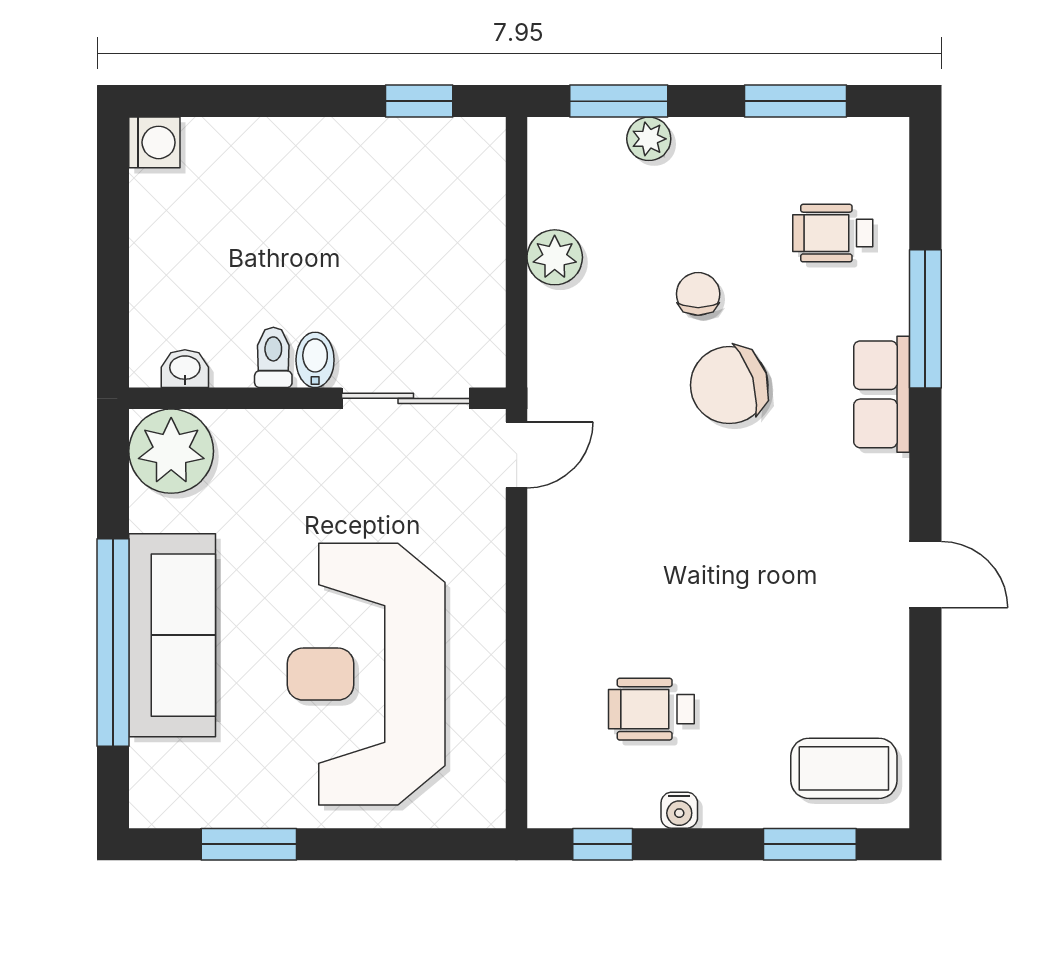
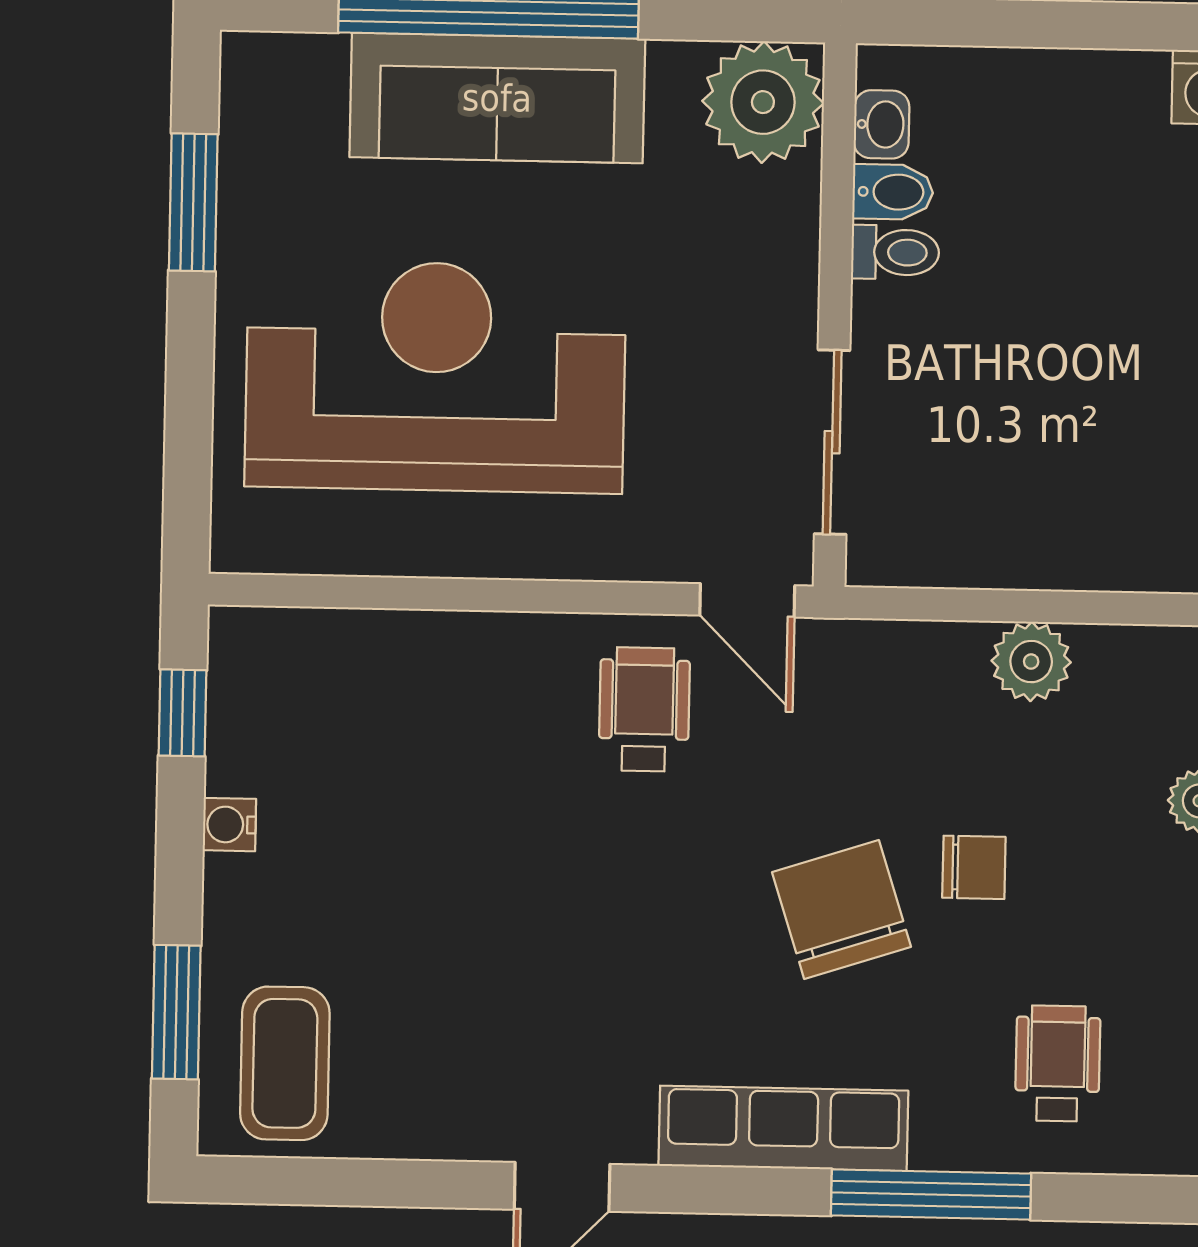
bidet: (315, 360) -> (893, 192), moved
row of seats: (882, 394) -> (783, 1128), width x1.48
wheelchair: (651, 709) -> (644, 709), moved

